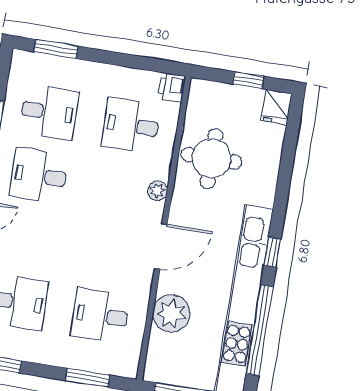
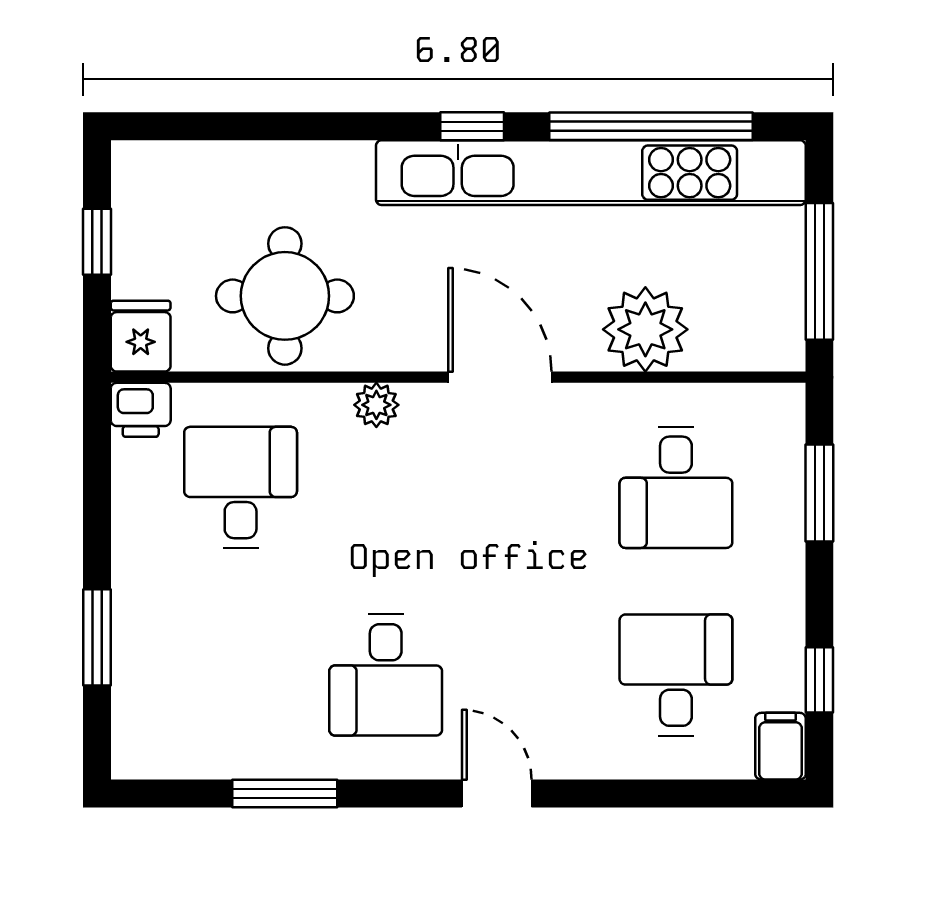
window: (56, 49) -> (97, 637), moved
fridge: (276, 107) -> (141, 336), moved, turned -90
desk: (49, 112) -> (241, 675), removed
desk: (131, 125) -> (241, 487), turned 180

